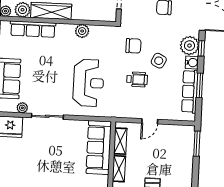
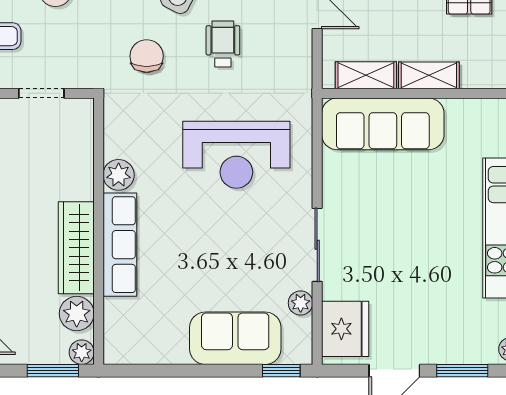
row of seats: (33, 29) -> (120, 245), moved
reception desk: (88, 83) -> (236, 155), turned 180

